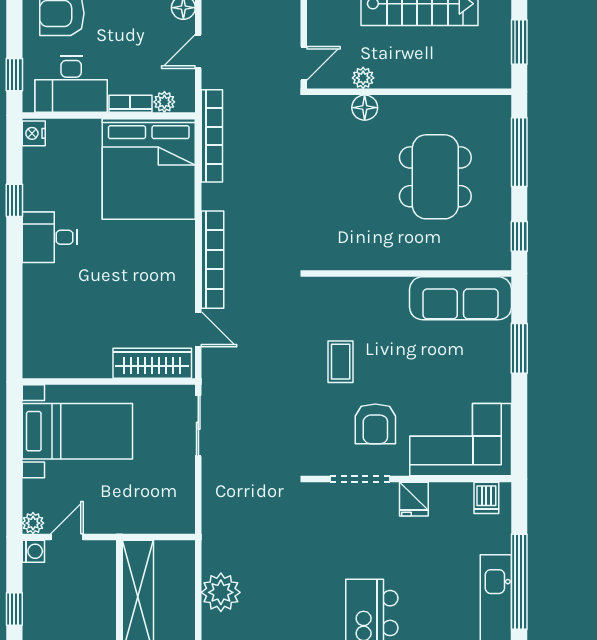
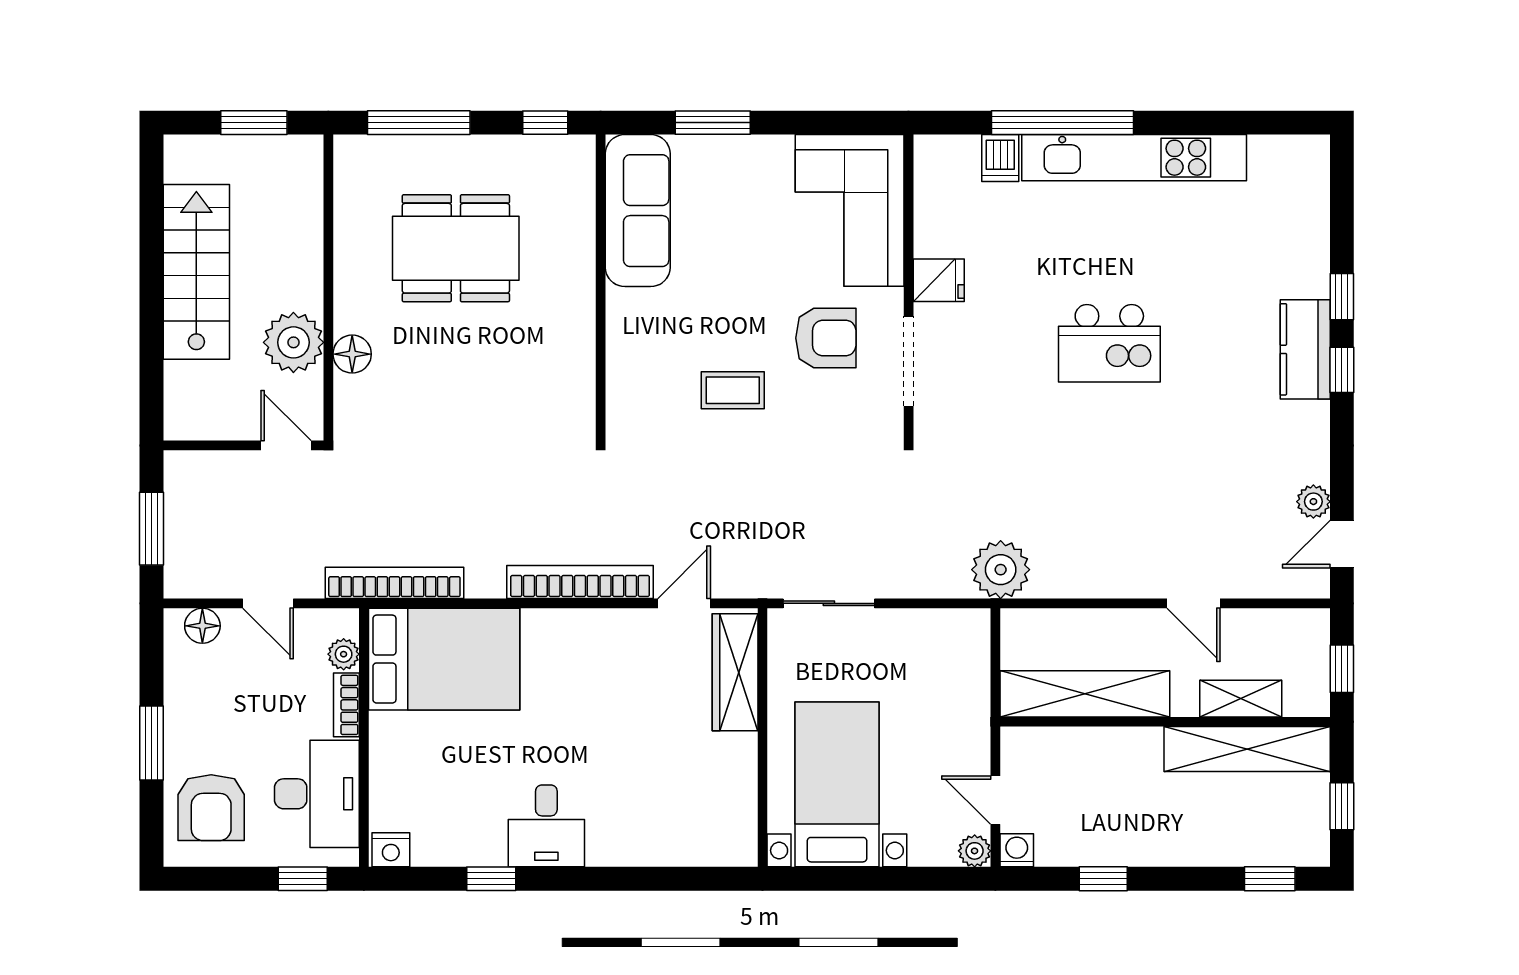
plant: (363, 78) -> (293, 342), width x1.87, depth x1.87
bed: (149, 169) -> (444, 659), width x0.73
dishwasher: (486, 498) -> (1000, 158), moved, turned 90
plant: (221, 592) -> (1001, 570), moved

